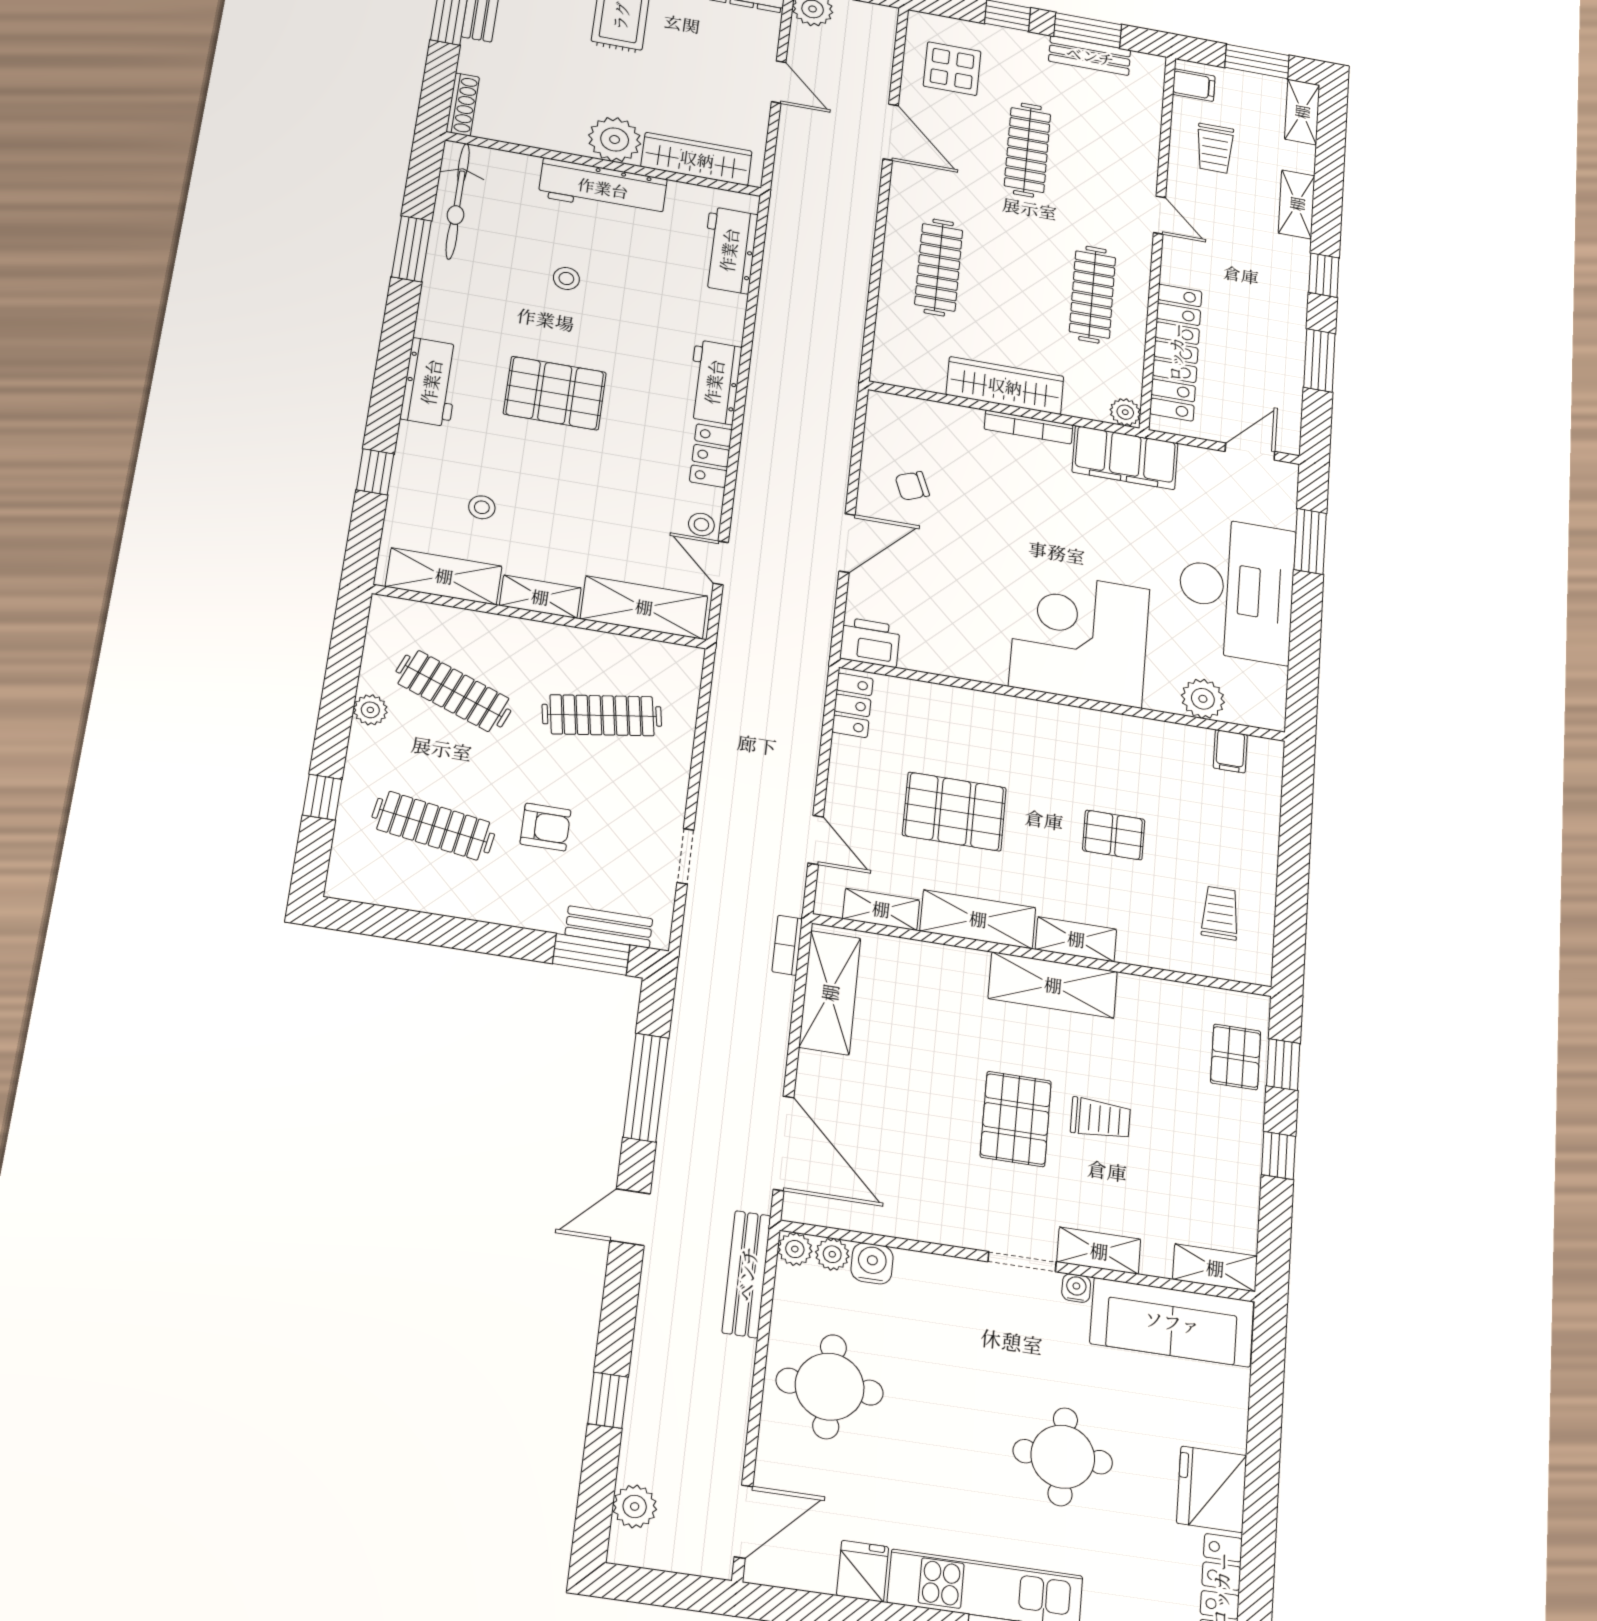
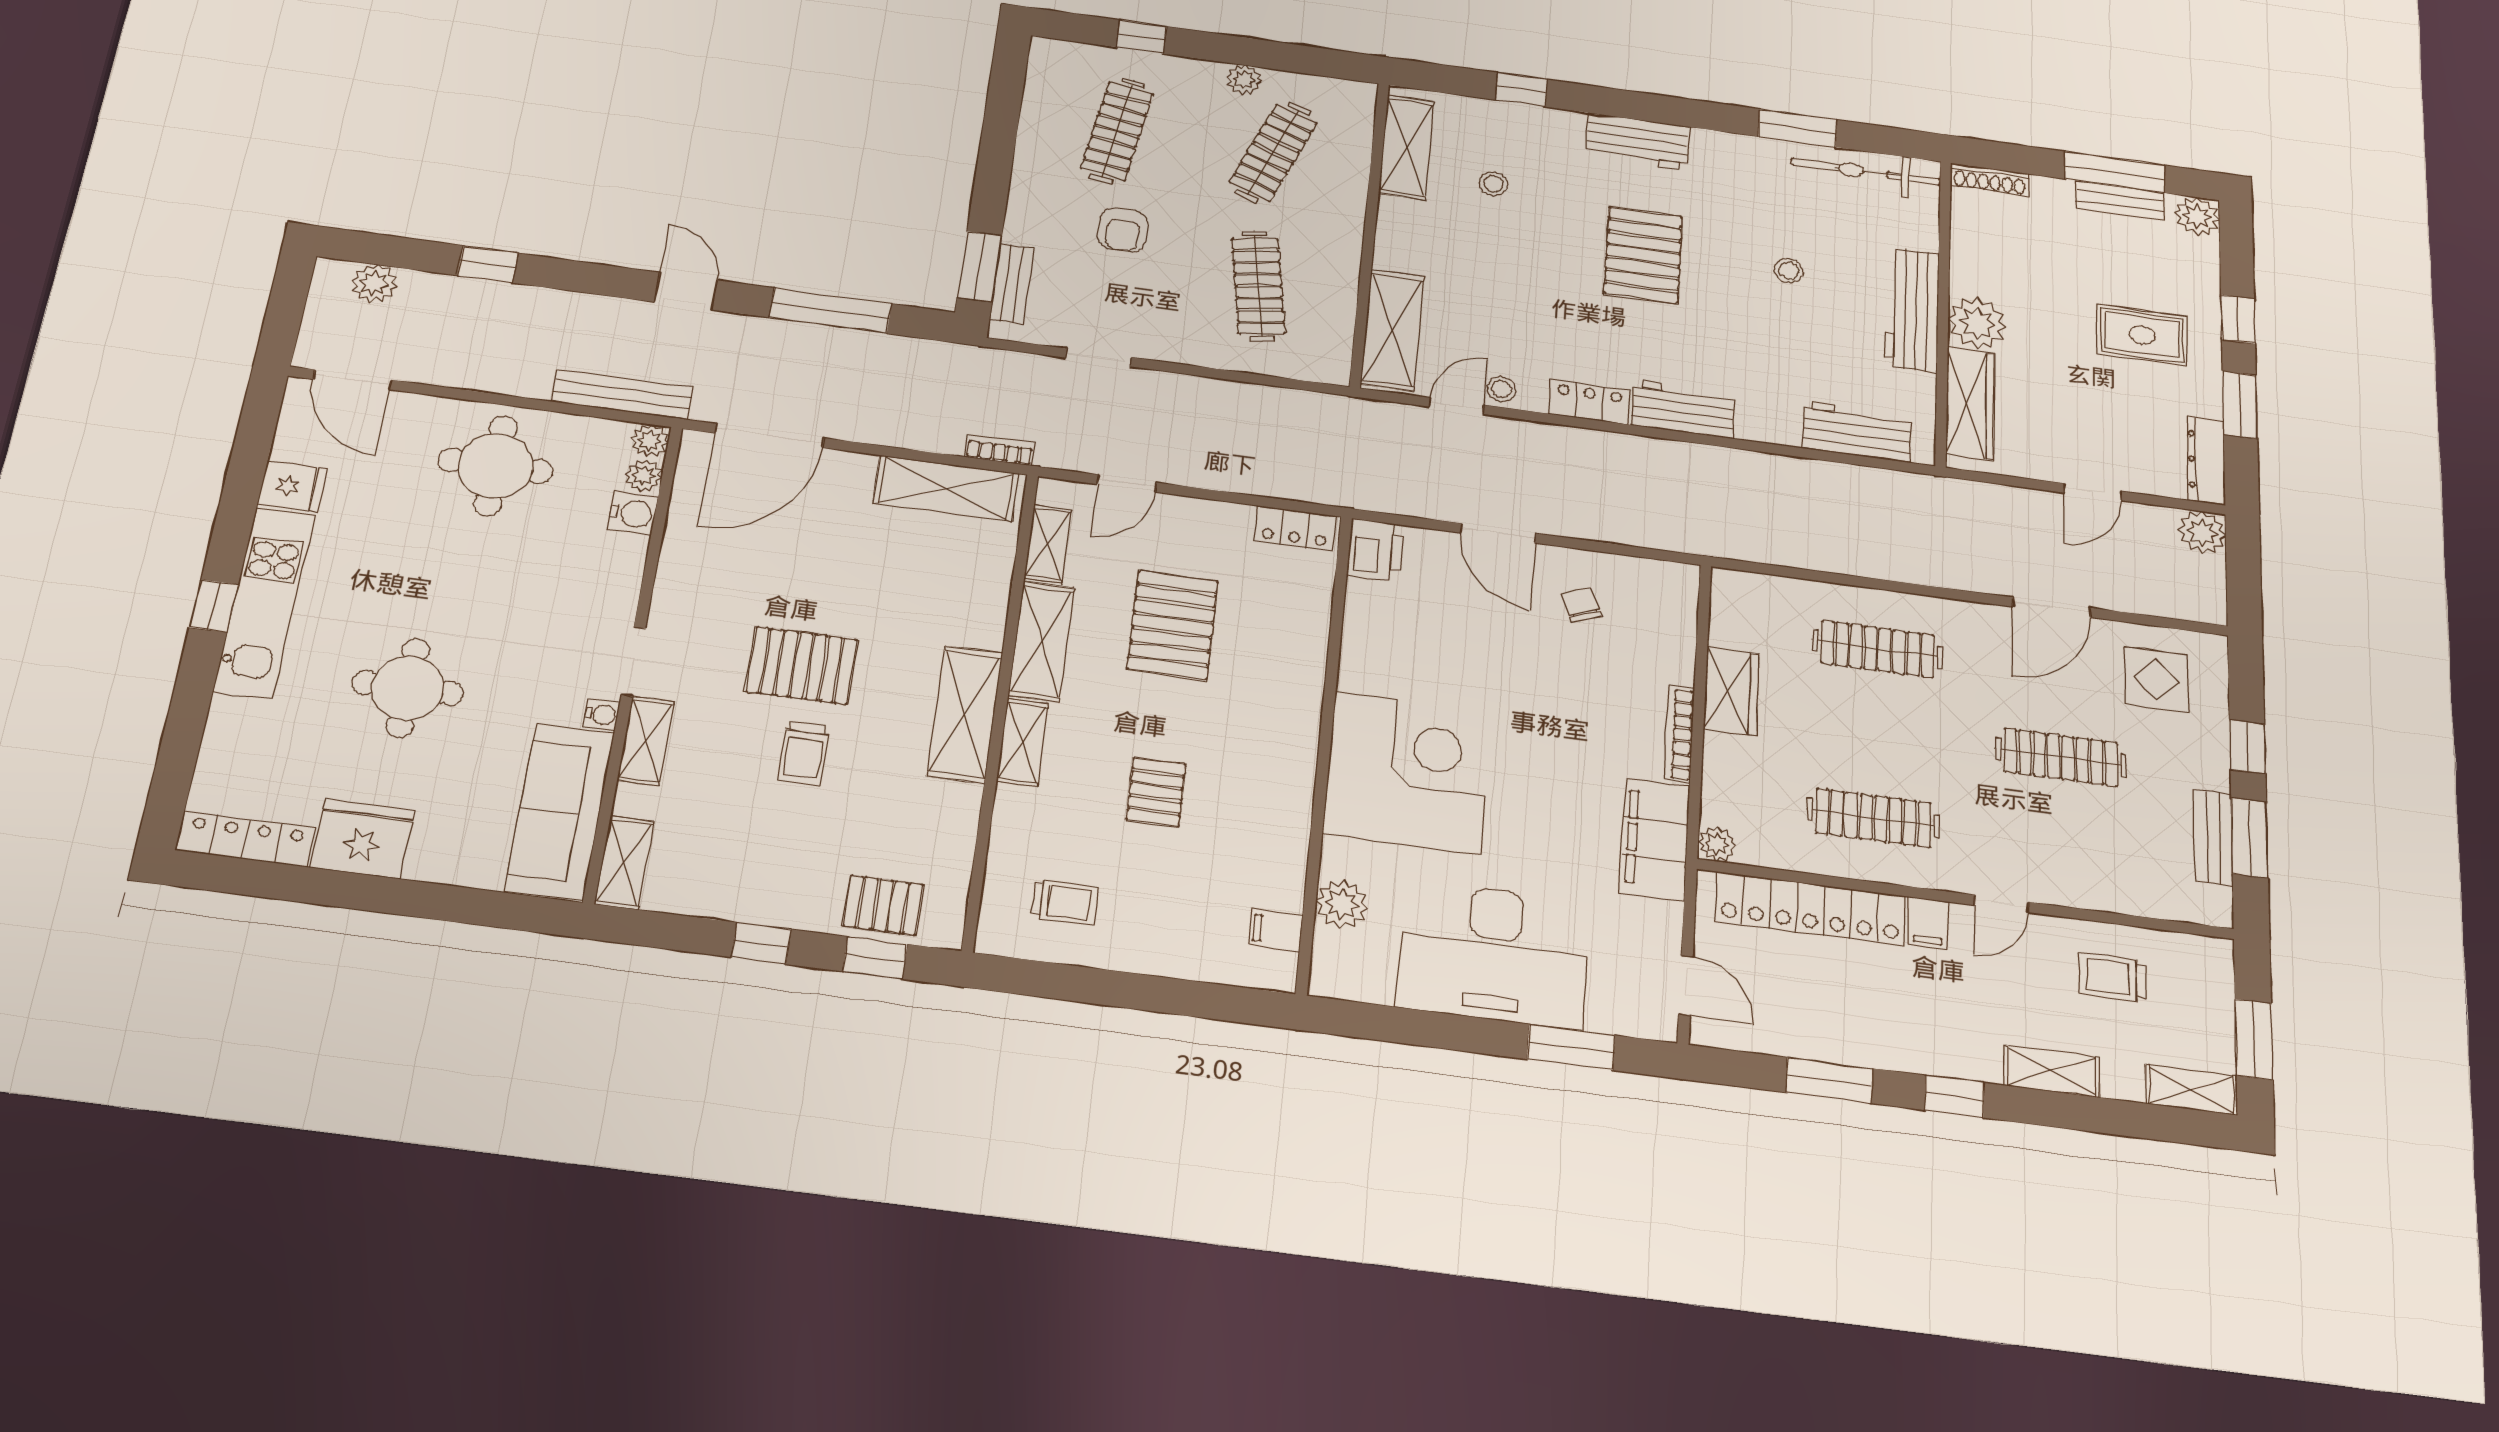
filing cabinet: (1194, 85) -> (1928, 923), moved
wardrobe: (1005, 386) -> (1732, 691), width x0.67
shelving: (540, 597) -> (1393, 234), removed

